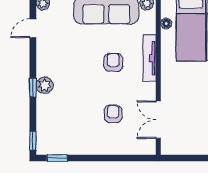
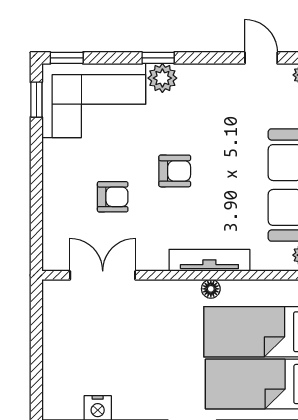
floor lamp: (166, 23) -> (211, 289), moved
armchair: (113, 62) -> (175, 171), moved
corner sofa: (57, 125) -> (94, 101), added

